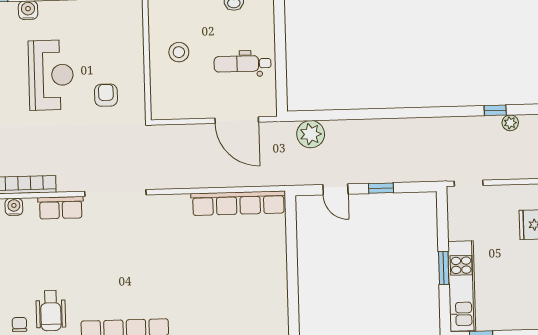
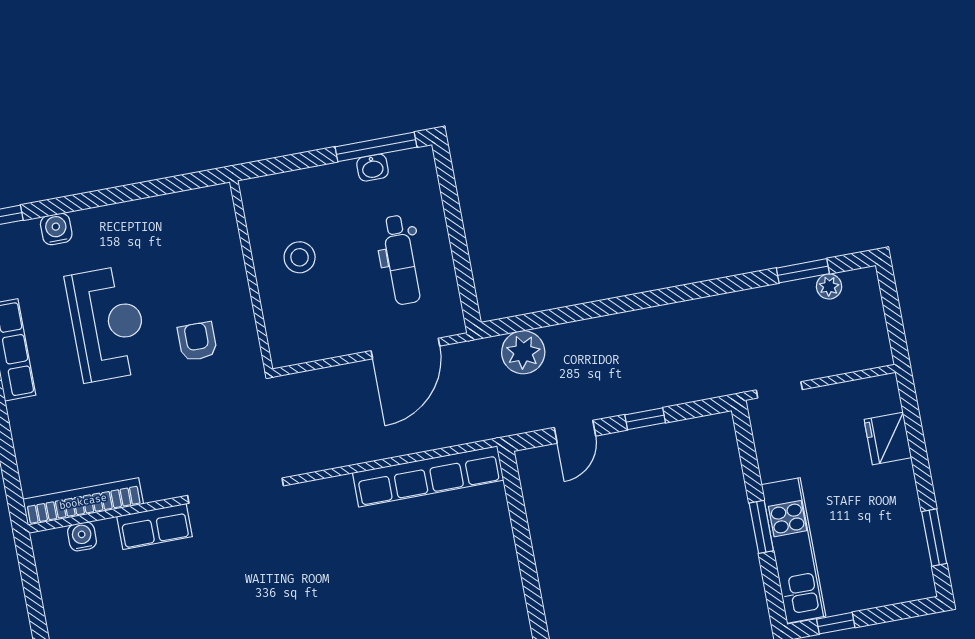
dental chair: (243, 64) -> (401, 260), turned -90
window: (495, 110) -> (803, 271), width x1.50
door: (237, 120) -> (405, 348), hinge flipped
door: (335, 189) -> (575, 432), hinge flipped

